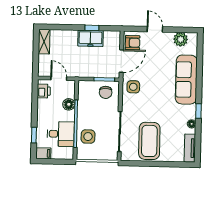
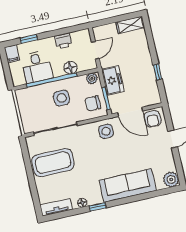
freezer: (90, 38) -> (113, 80), moved, turned 180
plant: (181, 39) -> (171, 179), moved
plant: (83, 88) -> (92, 78), added
printer: (44, 91) -> (63, 41), moved
side table: (88, 137) -> (62, 98), moved

